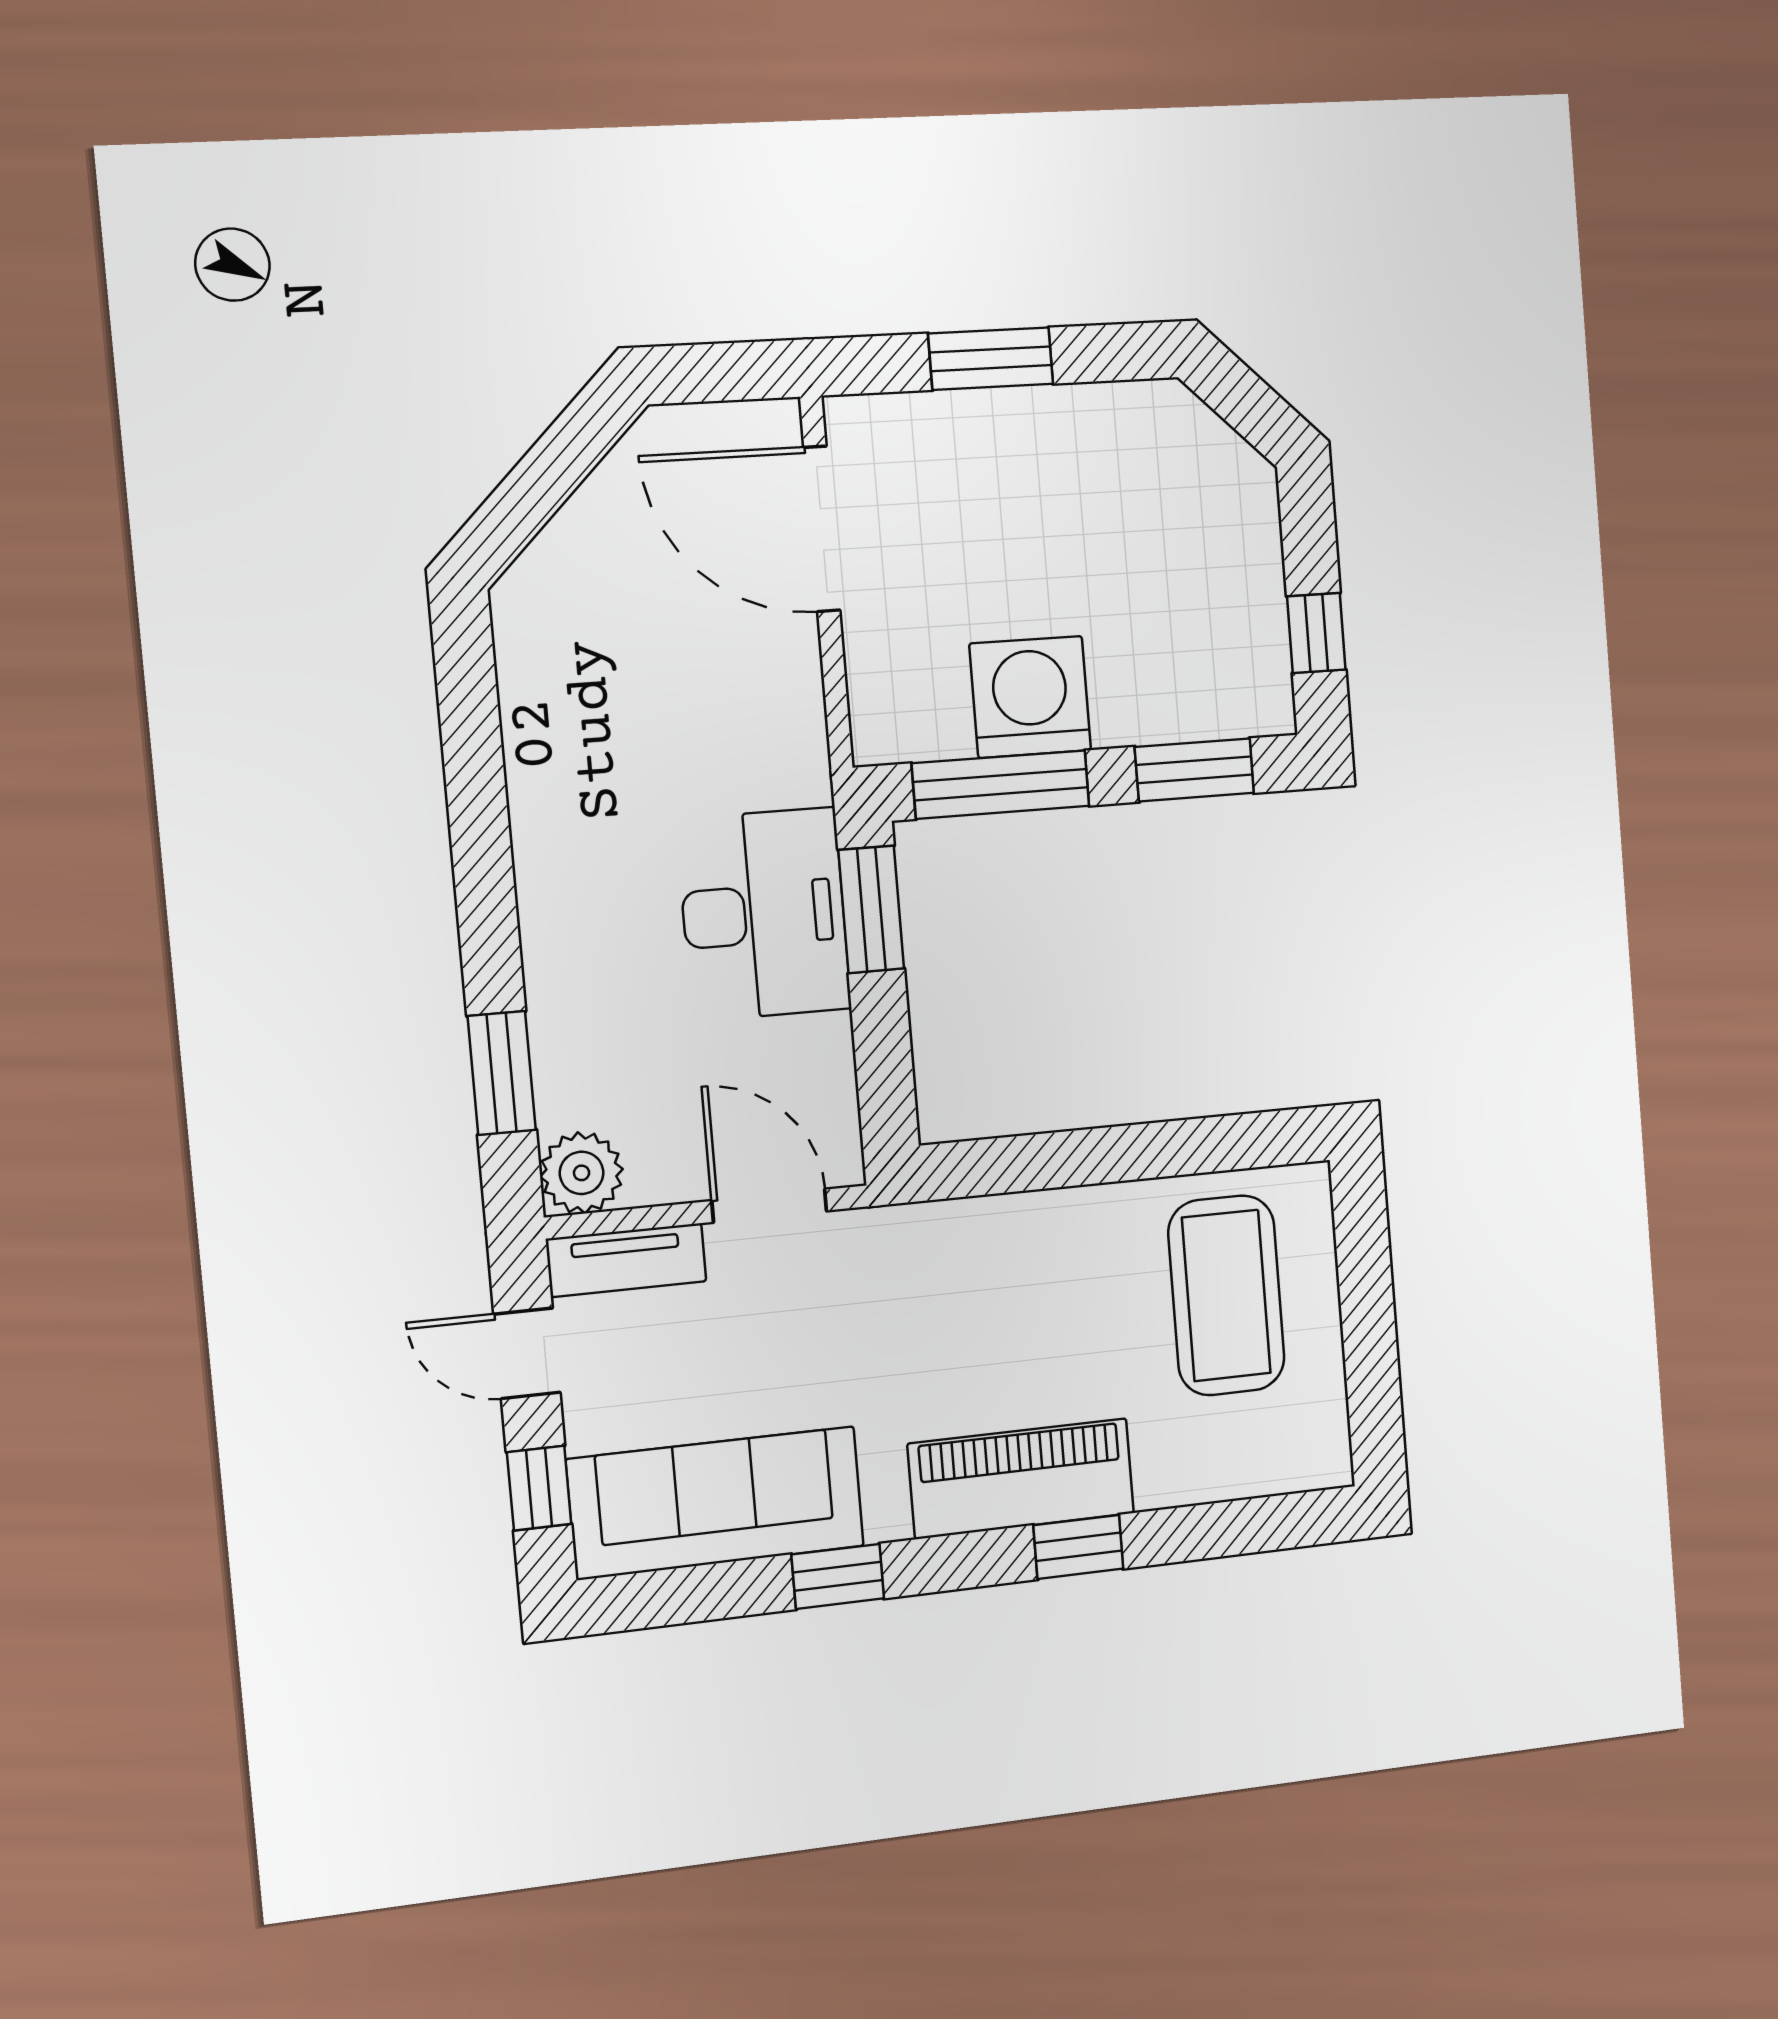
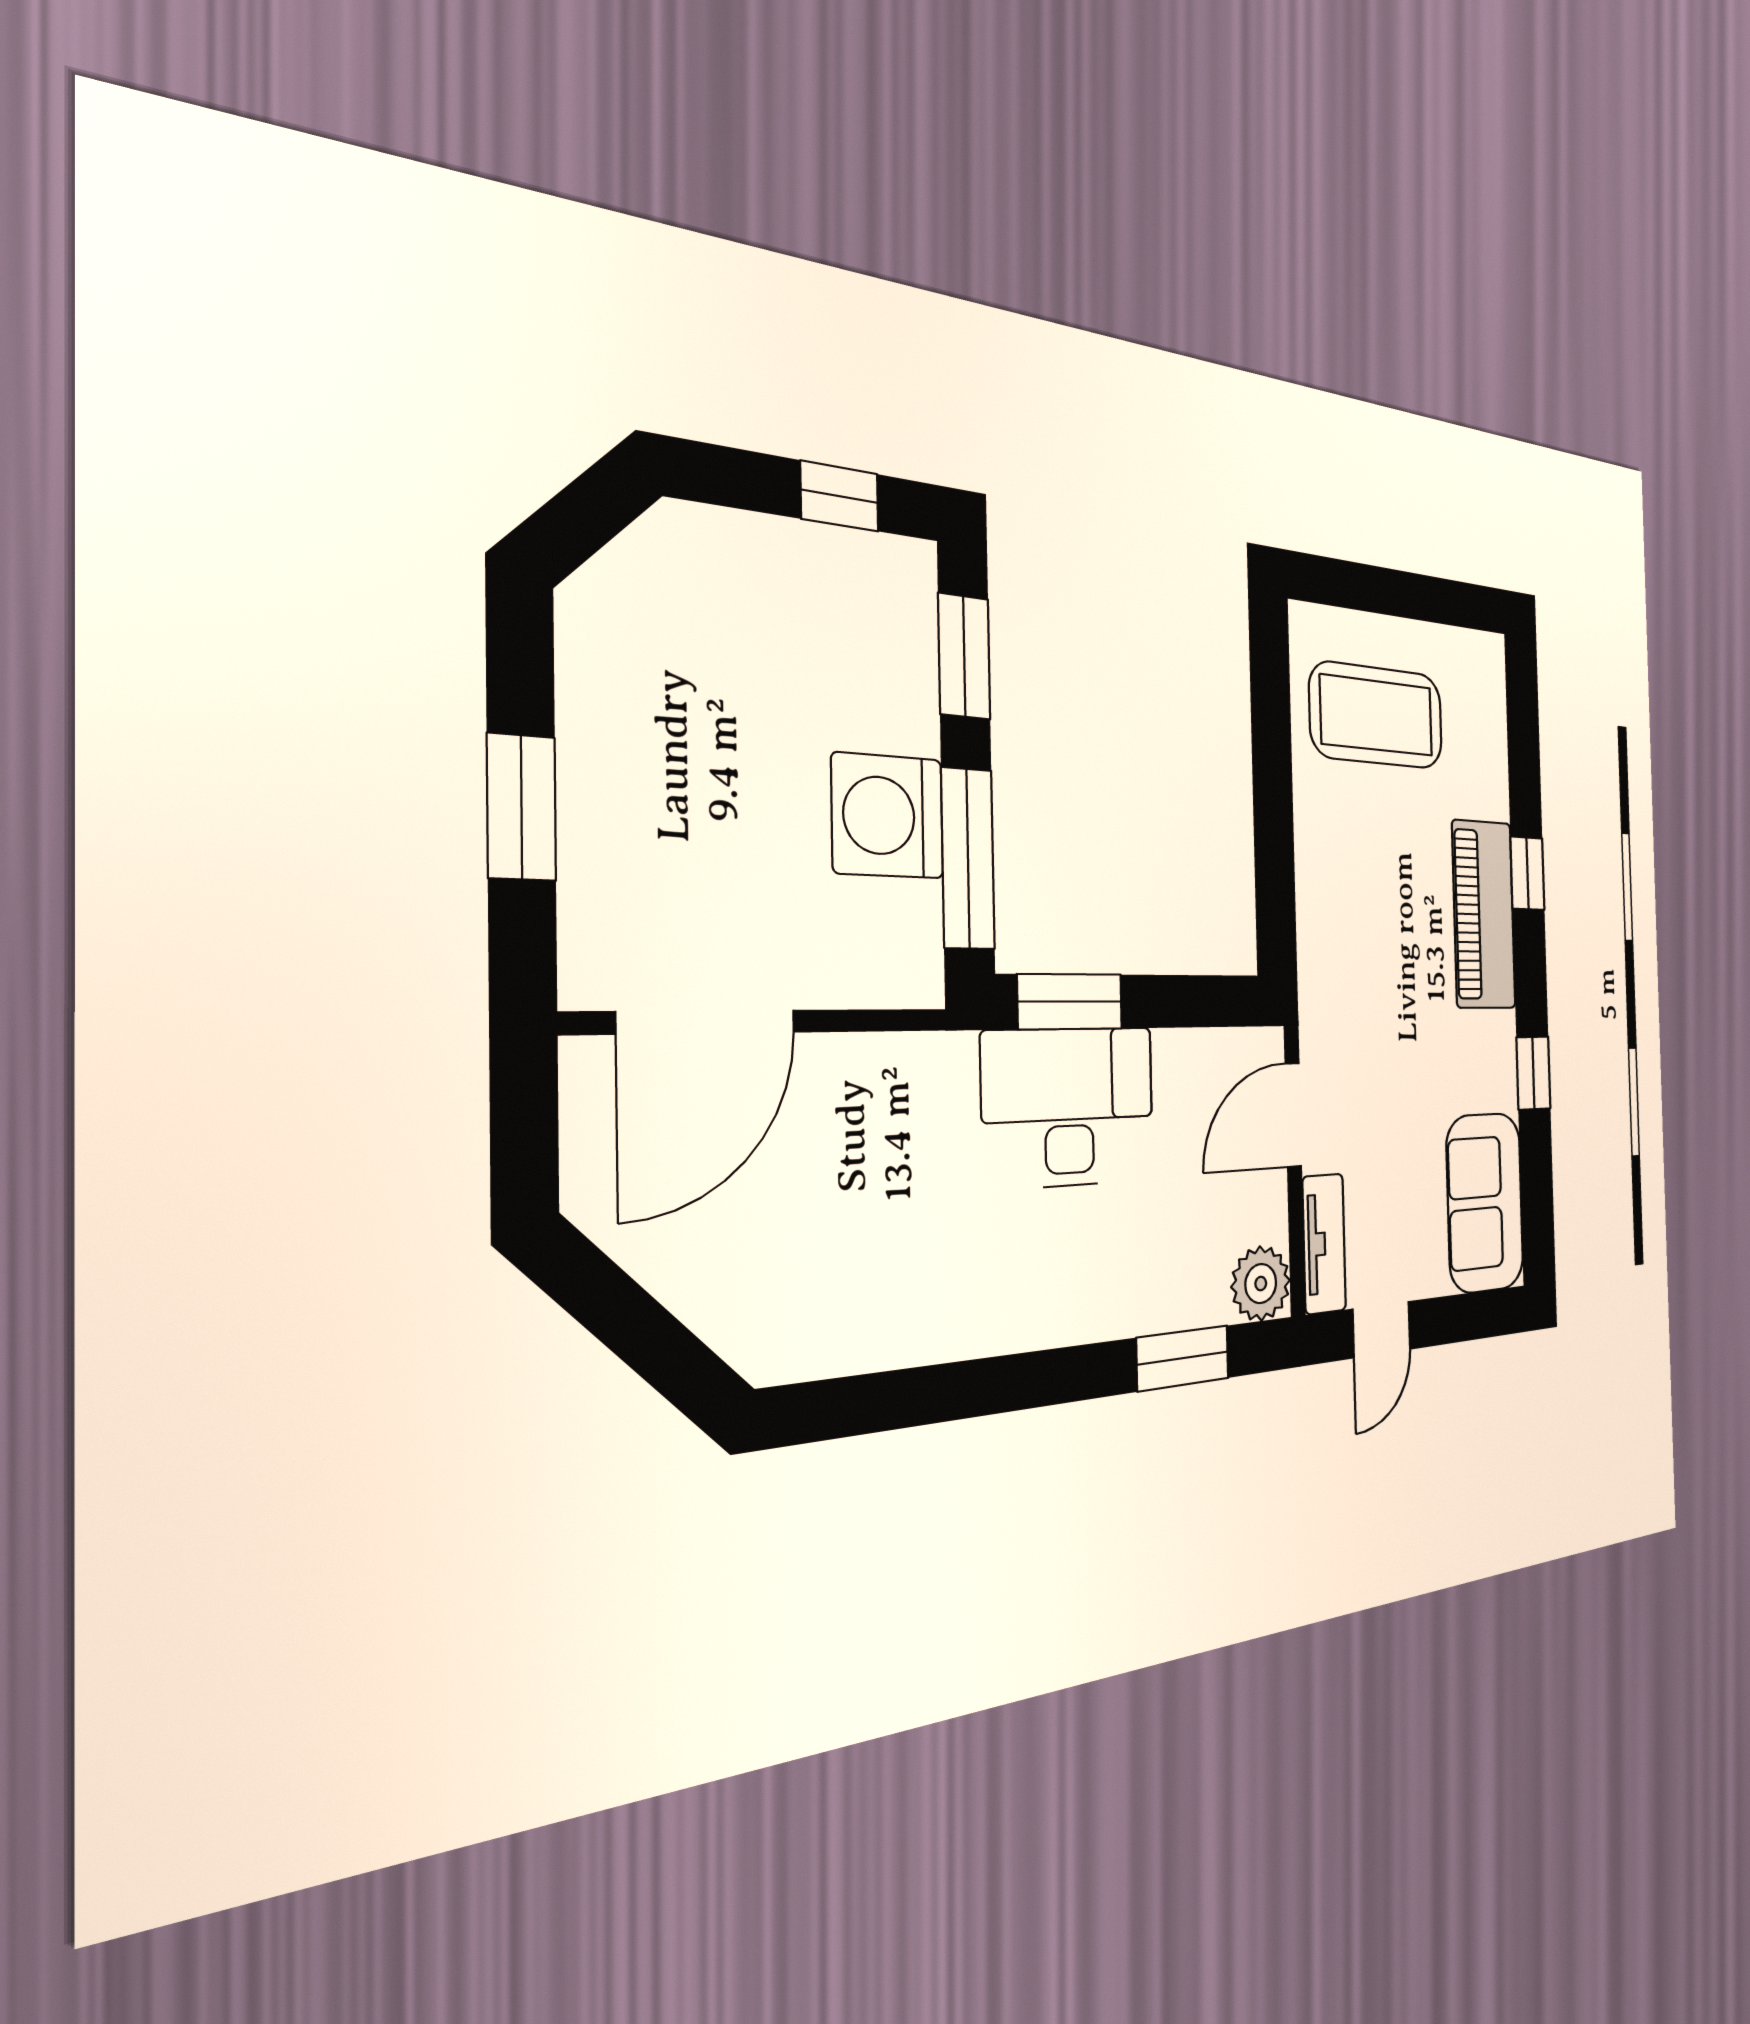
window: (539, 1488) -> (1467, 1317), removed
sofa: (716, 1503) -> (1485, 1202), width x0.73

